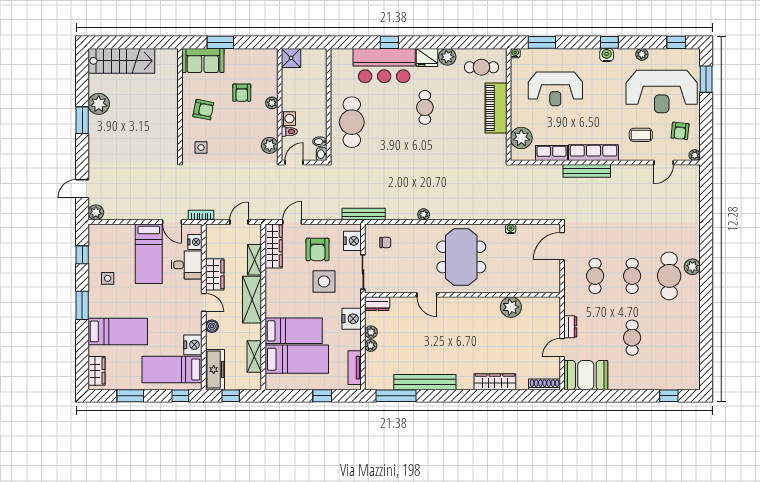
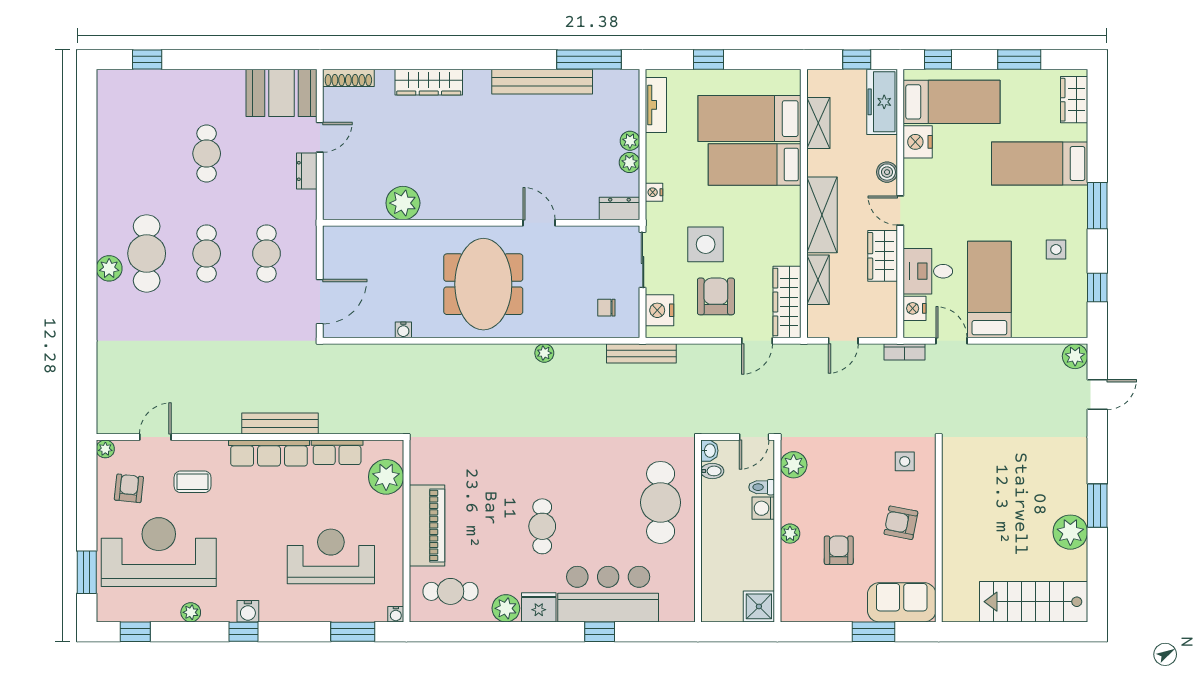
nightstand: (352, 319) -> (654, 192), width x0.53, depth x0.56

